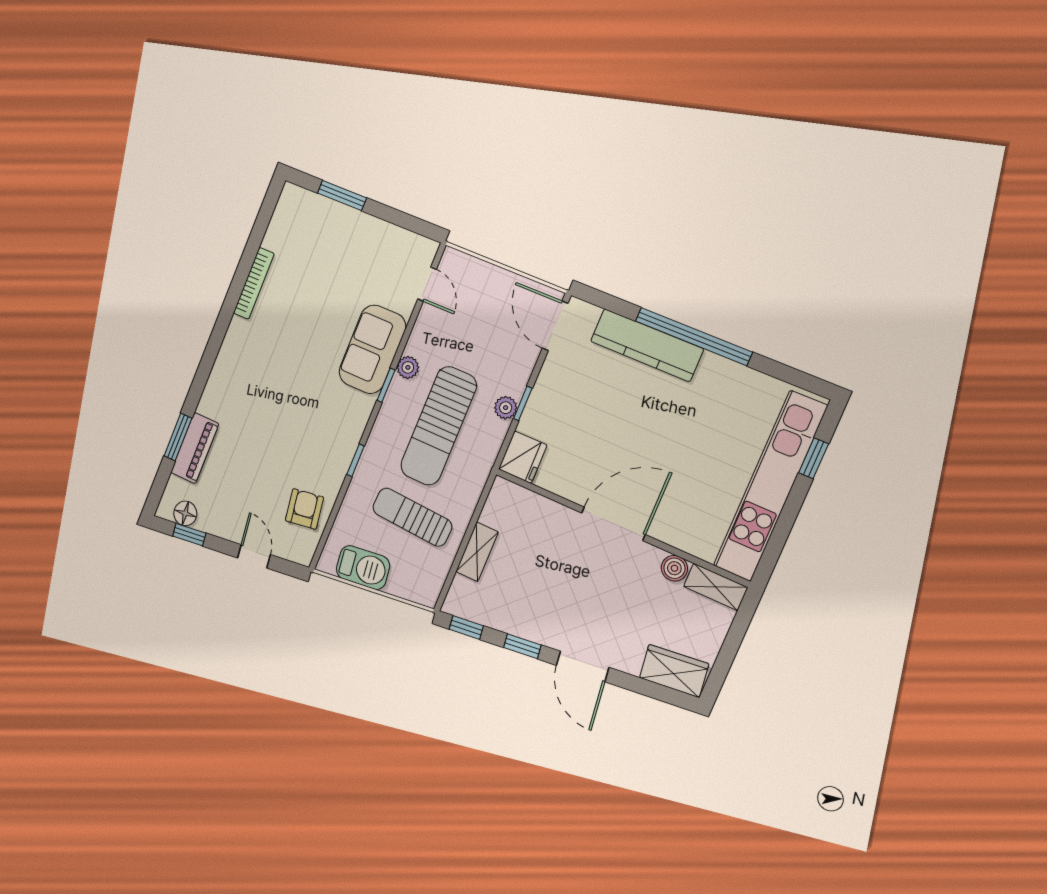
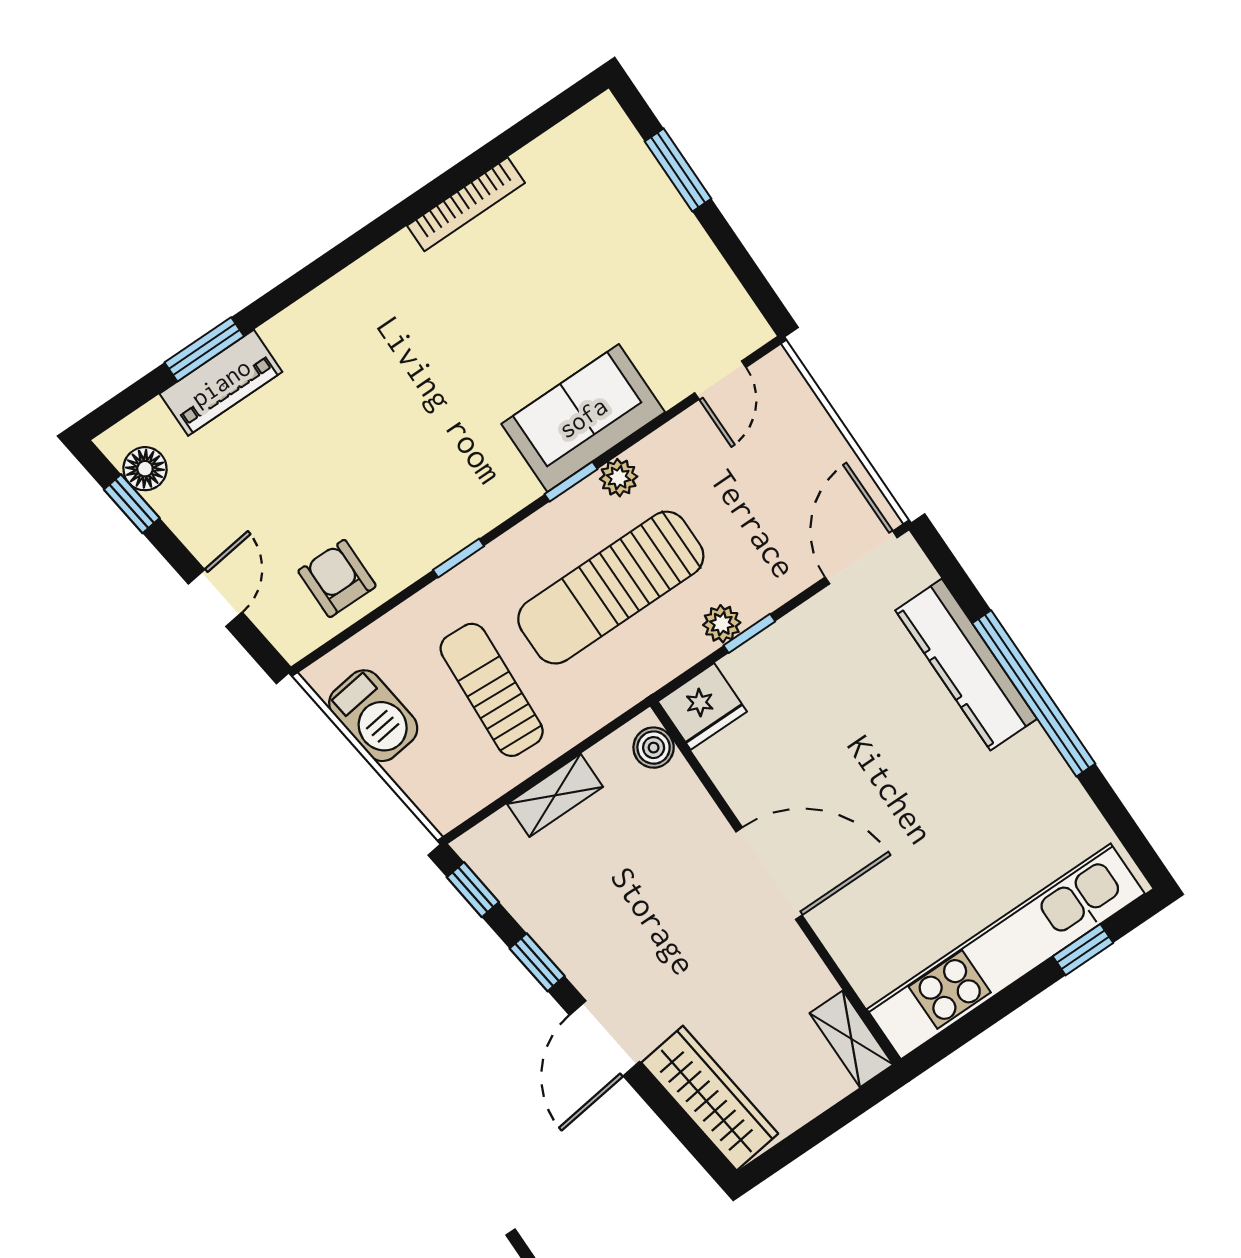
armchair: (304, 509) -> (337, 578), turned -81
boiler: (674, 568) -> (654, 748), moved
wardrobe: (674, 671) -> (710, 1098), width x1.50

